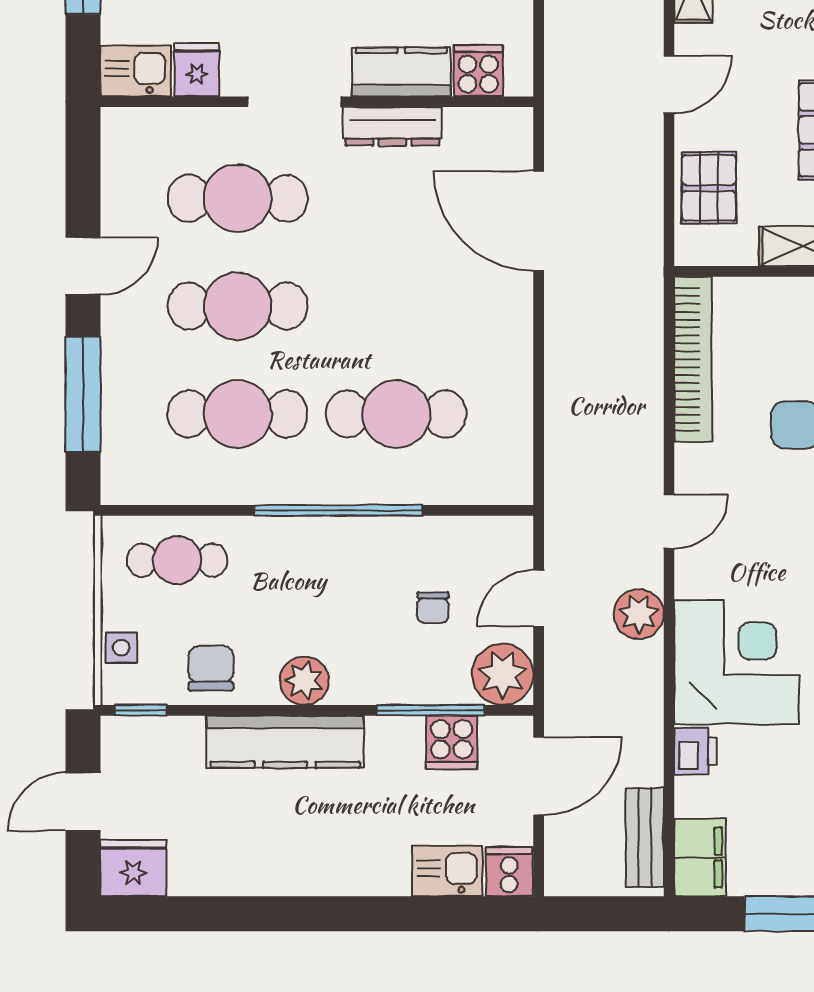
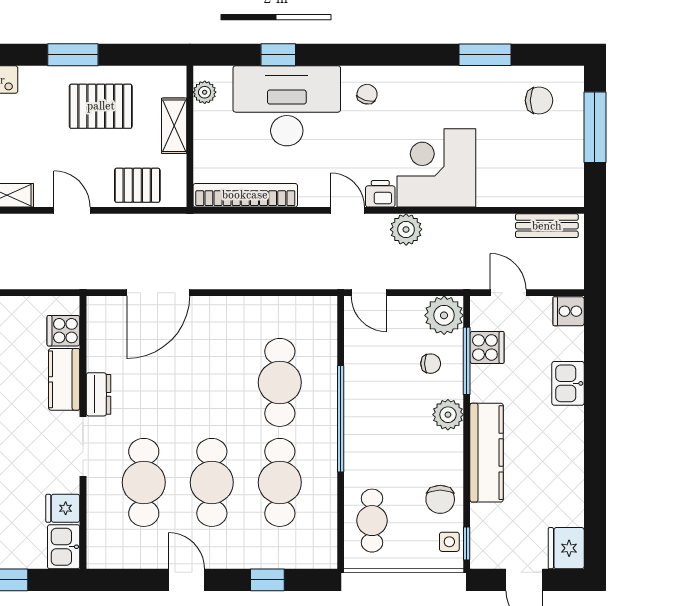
dresser: (392, 126) -> (98, 394), width x0.70
window: (83, 394) -> (267, 580), width x0.46
door: (539, 598) -> (369, 293), moved
chair: (433, 608) -> (431, 364), moved
side table: (121, 648) -> (449, 542), moved
chair: (211, 668) -> (440, 499), turned -90
plant: (304, 681) -> (448, 415), moved
printer: (695, 751) -> (380, 194), moved
door: (539, 776) -> (508, 293), width x0.73
filing cabinet: (700, 858) -> (560, 191), removed
kitchen sink: (447, 871) -> (568, 383), moved

